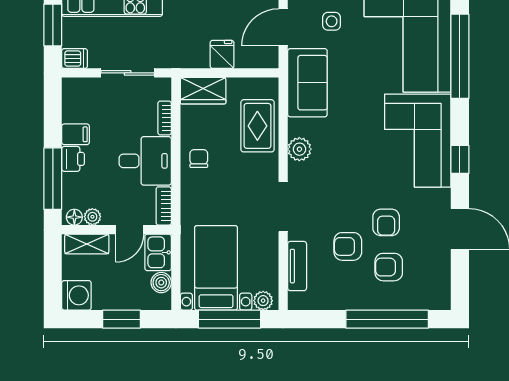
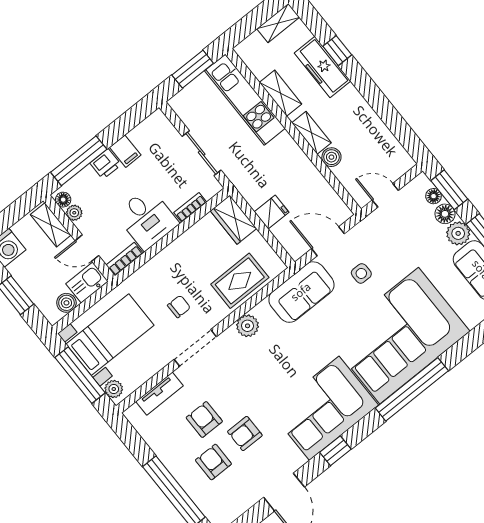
dishwasher: (75, 59) -> (181, 105), removed
chair: (199, 158) -> (179, 306), moved

